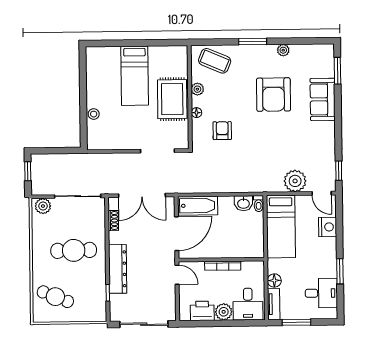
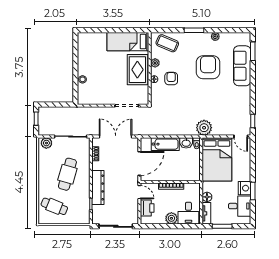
bed: (135, 76) -> (128, 42), moved, turned 90
armchair: (273, 95) -> (208, 67), turned 180
sofa: (323, 99) -> (242, 66), width x1.36
armchair: (222, 131) -> (171, 79), moved
plant: (295, 181) -> (204, 128), moved
double door: (142, 195) -> (116, 136), swing flipped
bathtub: (198, 206) -> (165, 144), moved
bed: (281, 227) -> (217, 159), width x1.50
nightstand: (328, 227) -> (245, 188), moved
cafe table: (74, 250) -> (67, 174), turned -73
printer: (202, 311) -> (147, 208), moved, turned 90

